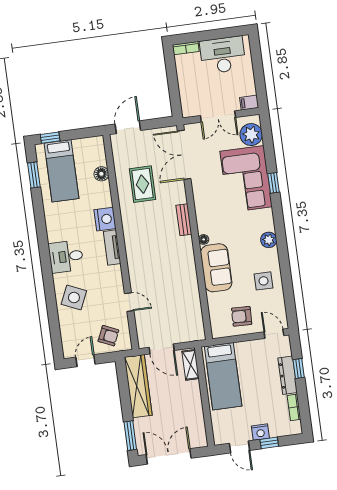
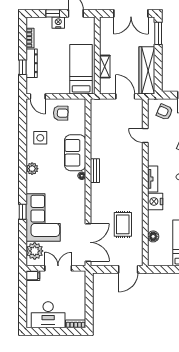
bench: (184, 220) -> (95, 171), moved
shelving: (190, 365) -> (105, 67), moved

